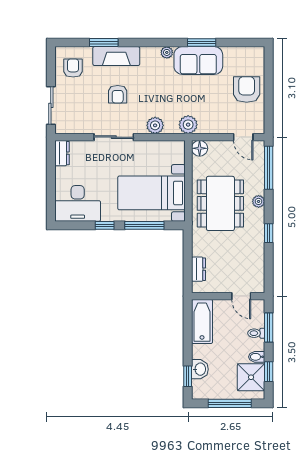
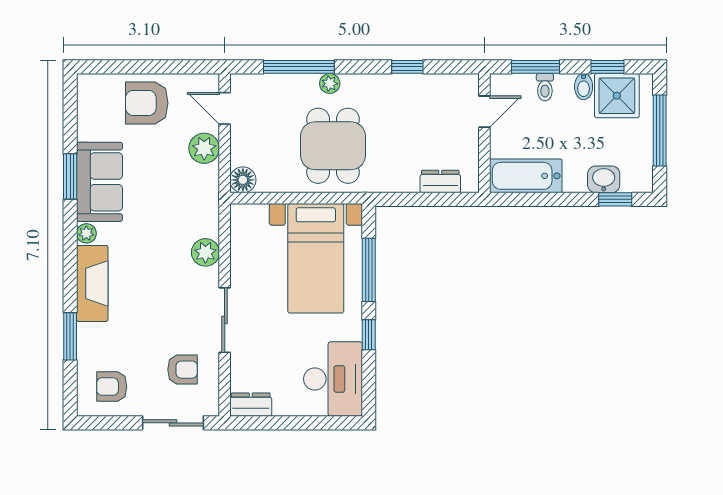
fireplace: (116, 56) -> (92, 283), moved
armchair: (118, 94) -> (183, 370), moved
plant: (188, 125) -> (204, 148), moved
door: (243, 137) -> (225, 108), swing flipped
window: (269, 168) -> (299, 67), moved
dining table: (220, 203) -> (333, 146), width x0.73
window: (269, 233) -> (407, 67), moved

